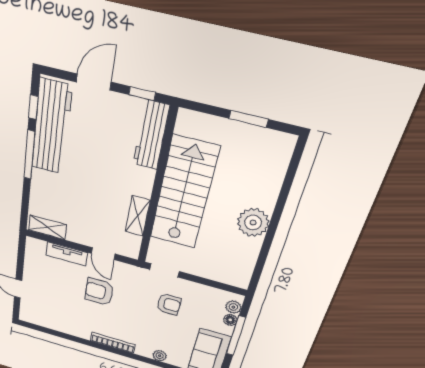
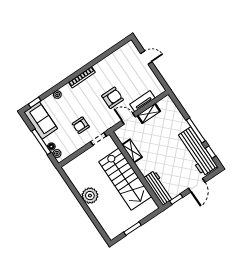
shelving: (47, 227) -> (149, 113), moved

